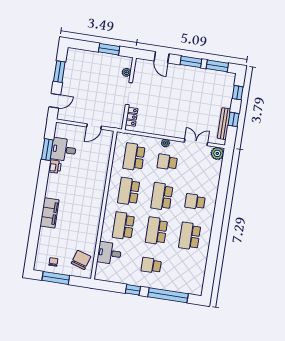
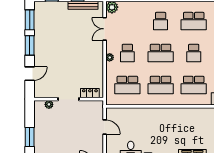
window: (109, 49) -> (30, 137), moved
school desk: (157, 231) -> (194, 53), width x0.54

